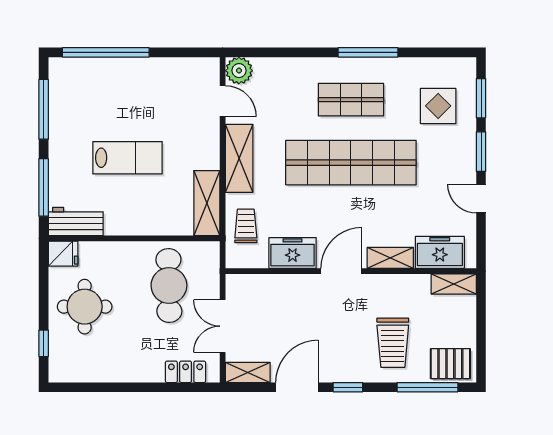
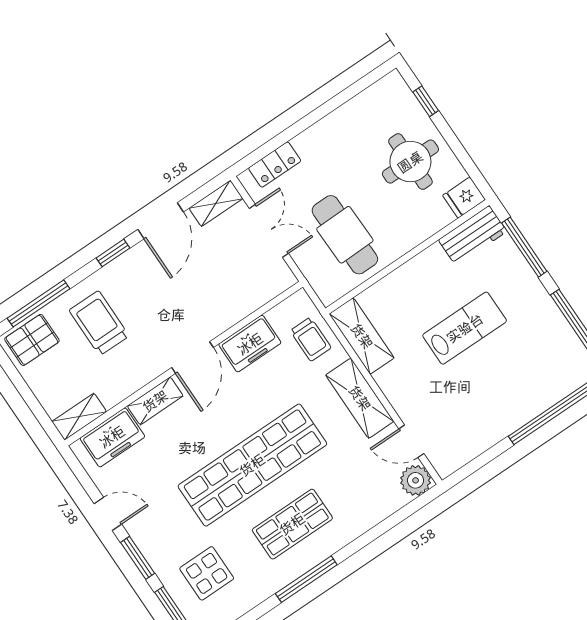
lab bench: (128, 158) -> (465, 328), turned 180

